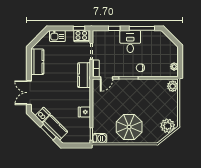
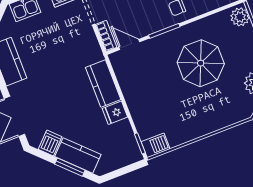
kitchen counter: (84, 75) -> (103, 84), moved
door: (107, 78) -> (129, 45), swing flipped
parasol: (129, 127) -> (201, 63), moved

